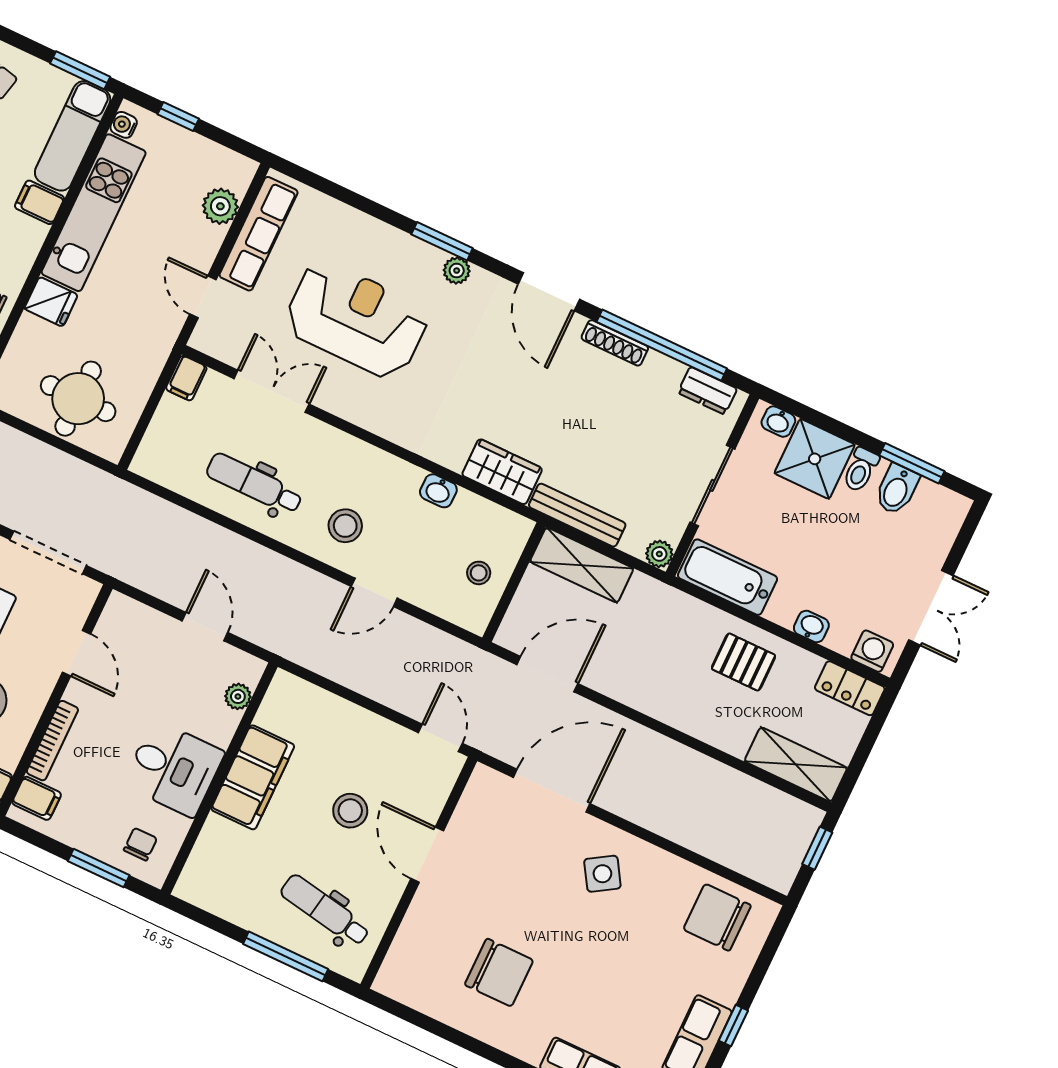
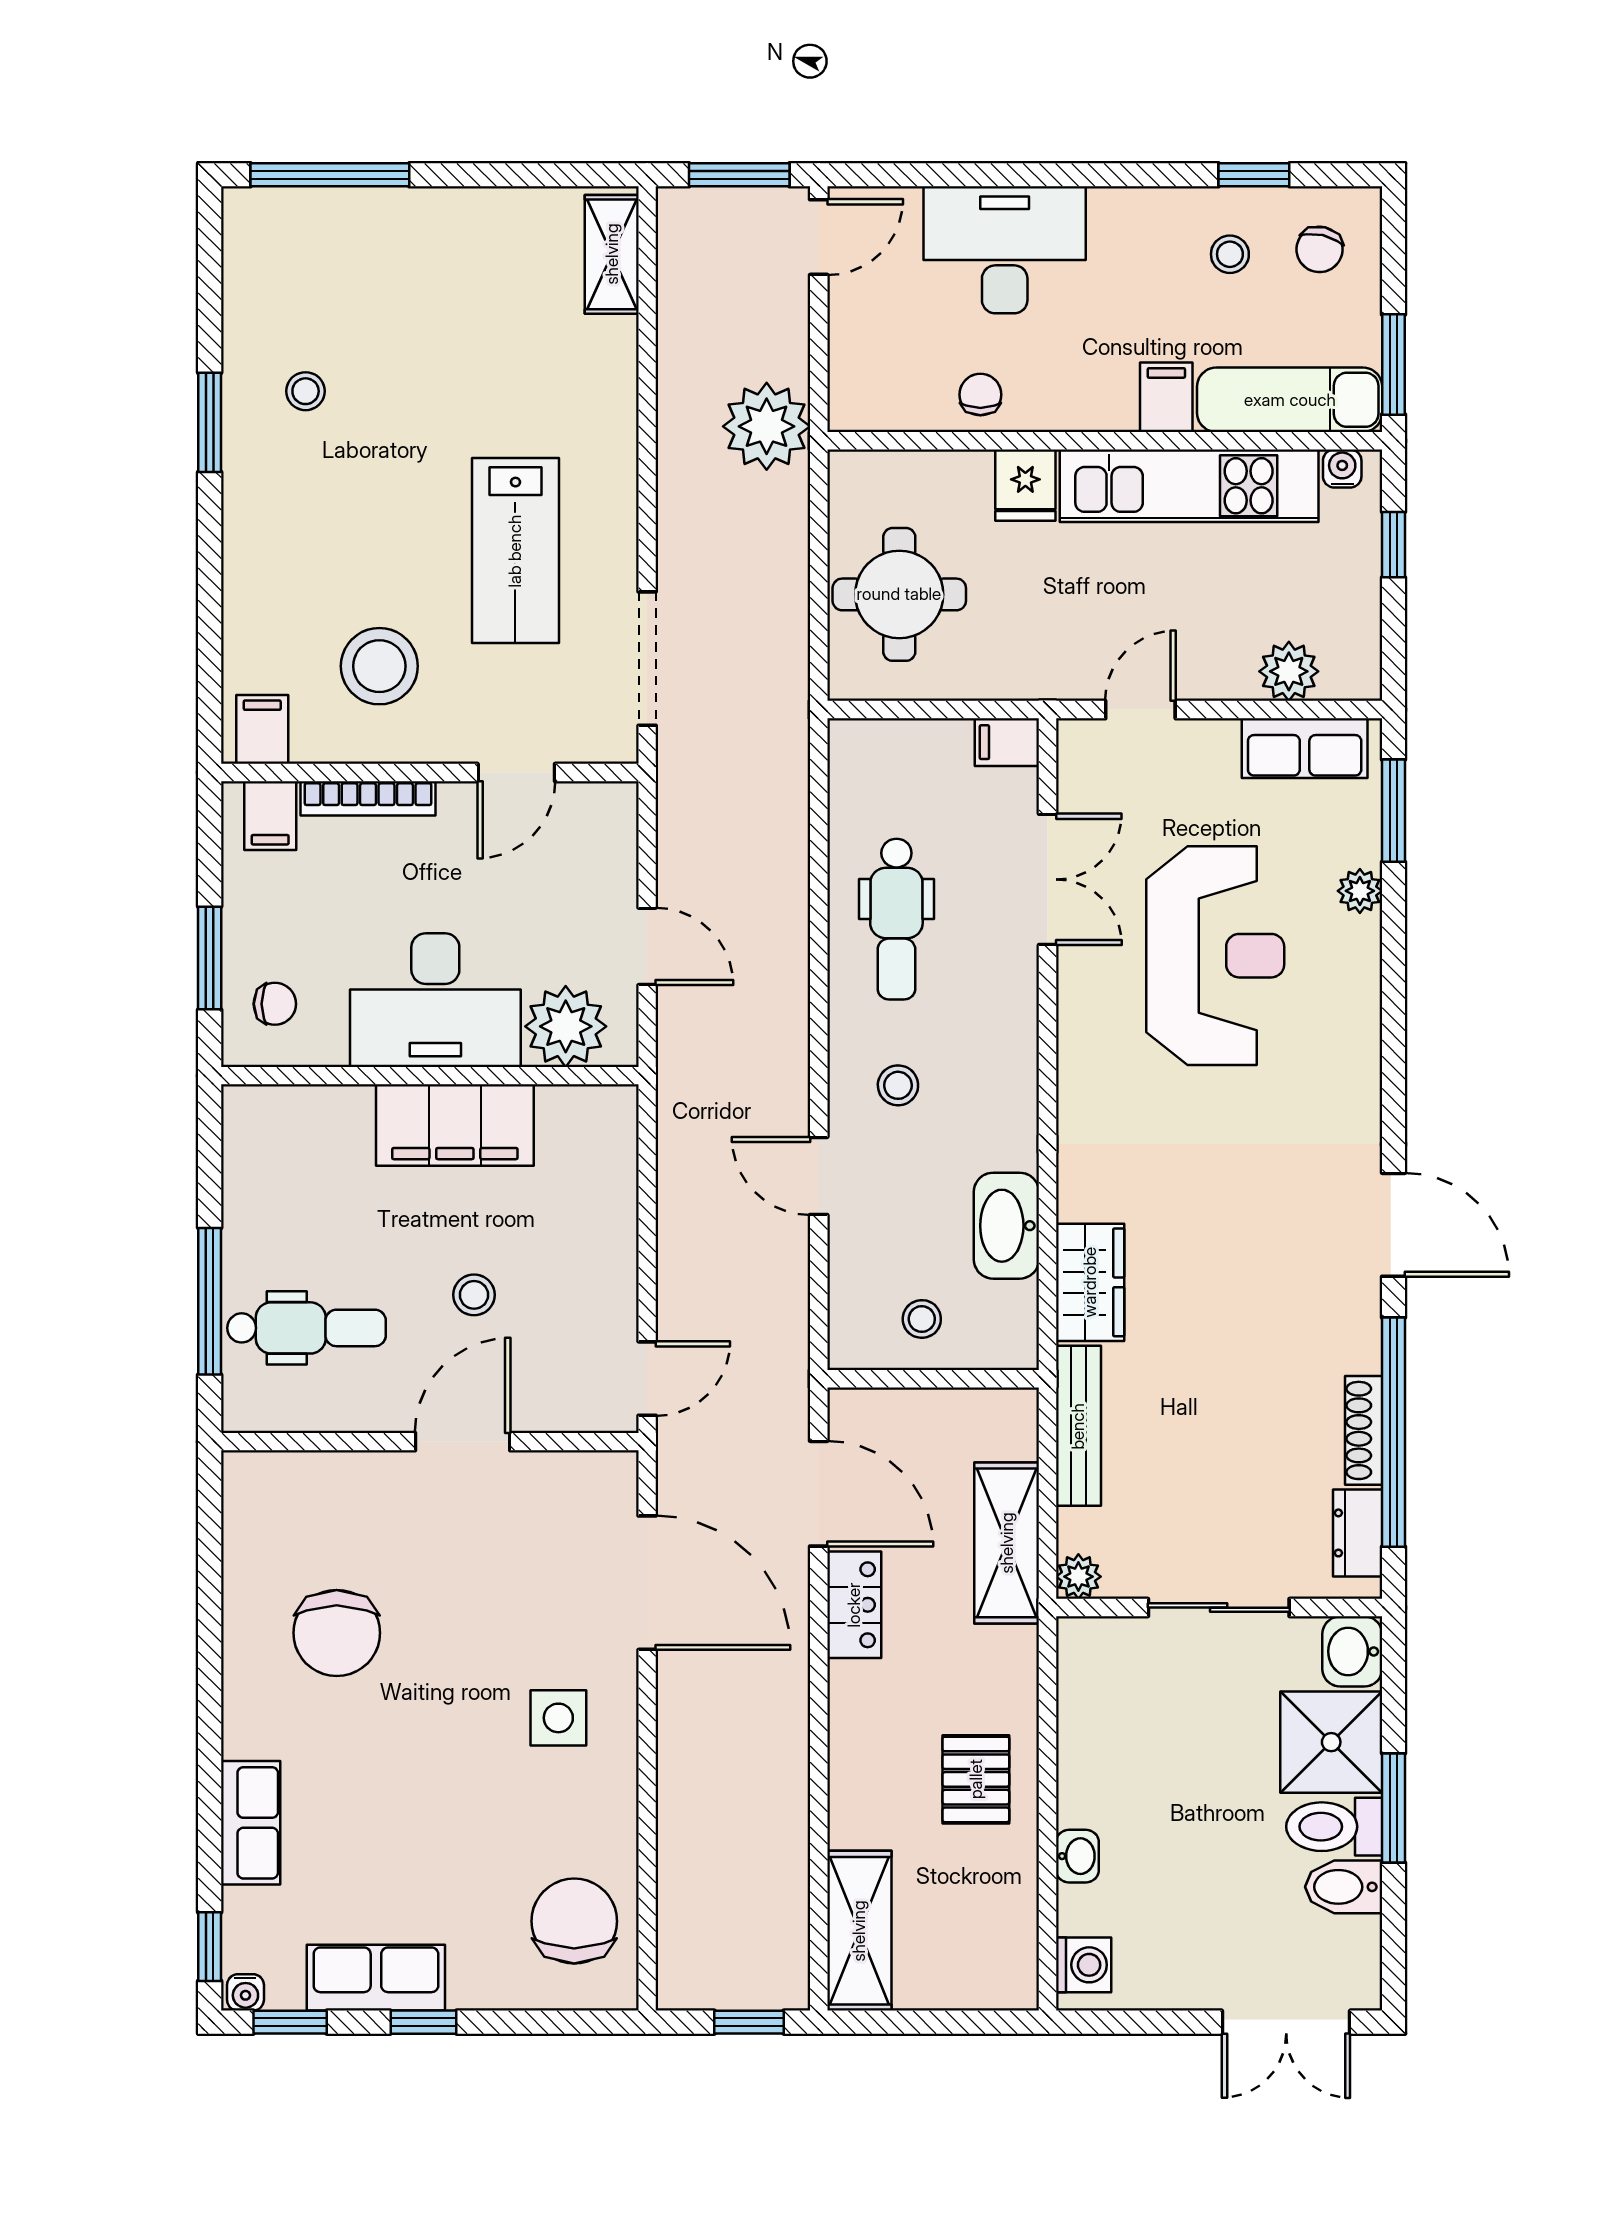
row of seats: (259, 234) -> (1305, 748), width x0.68
window: (442, 241) -> (1393, 811), moved
plant: (457, 271) -> (1360, 891), moved
door: (549, 292) -> (1393, 1225), swing flipped
shoe rack: (615, 343) -> (1364, 1430), moved
washbasin: (778, 422) -> (1352, 1651), width x1.38, depth x1.45
window: (912, 463) -> (1393, 1808), moved
toilet: (861, 470) -> (1334, 1827), width x1.37, depth x1.39
dental chair: (254, 484) -> (896, 919), turned 180
washbasin: (438, 491) -> (1006, 1226), width x1.91, depth x1.45
stool: (345, 526) -> (898, 1085), width x0.73, depth x0.73
shelving: (582, 565) -> (1007, 1543), moved
bathtub: (728, 577) -> (1092, 1695), removed
double door: (931, 608) -> (1286, 2022), moved
door: (205, 627) -> (647, 946), hinge flipped
locker: (850, 688) -> (854, 1605), moved, turned 180
plant: (238, 696) -> (566, 1026), width x1.88, depth x1.88
desk: (174, 768) -> (435, 1000), width x1.37
stool: (350, 811) -> (474, 1295), width x0.73, depth x0.73
side table: (602, 874) -> (558, 1718), turned 32
dental chair: (325, 910) -> (307, 1328), turned 80

